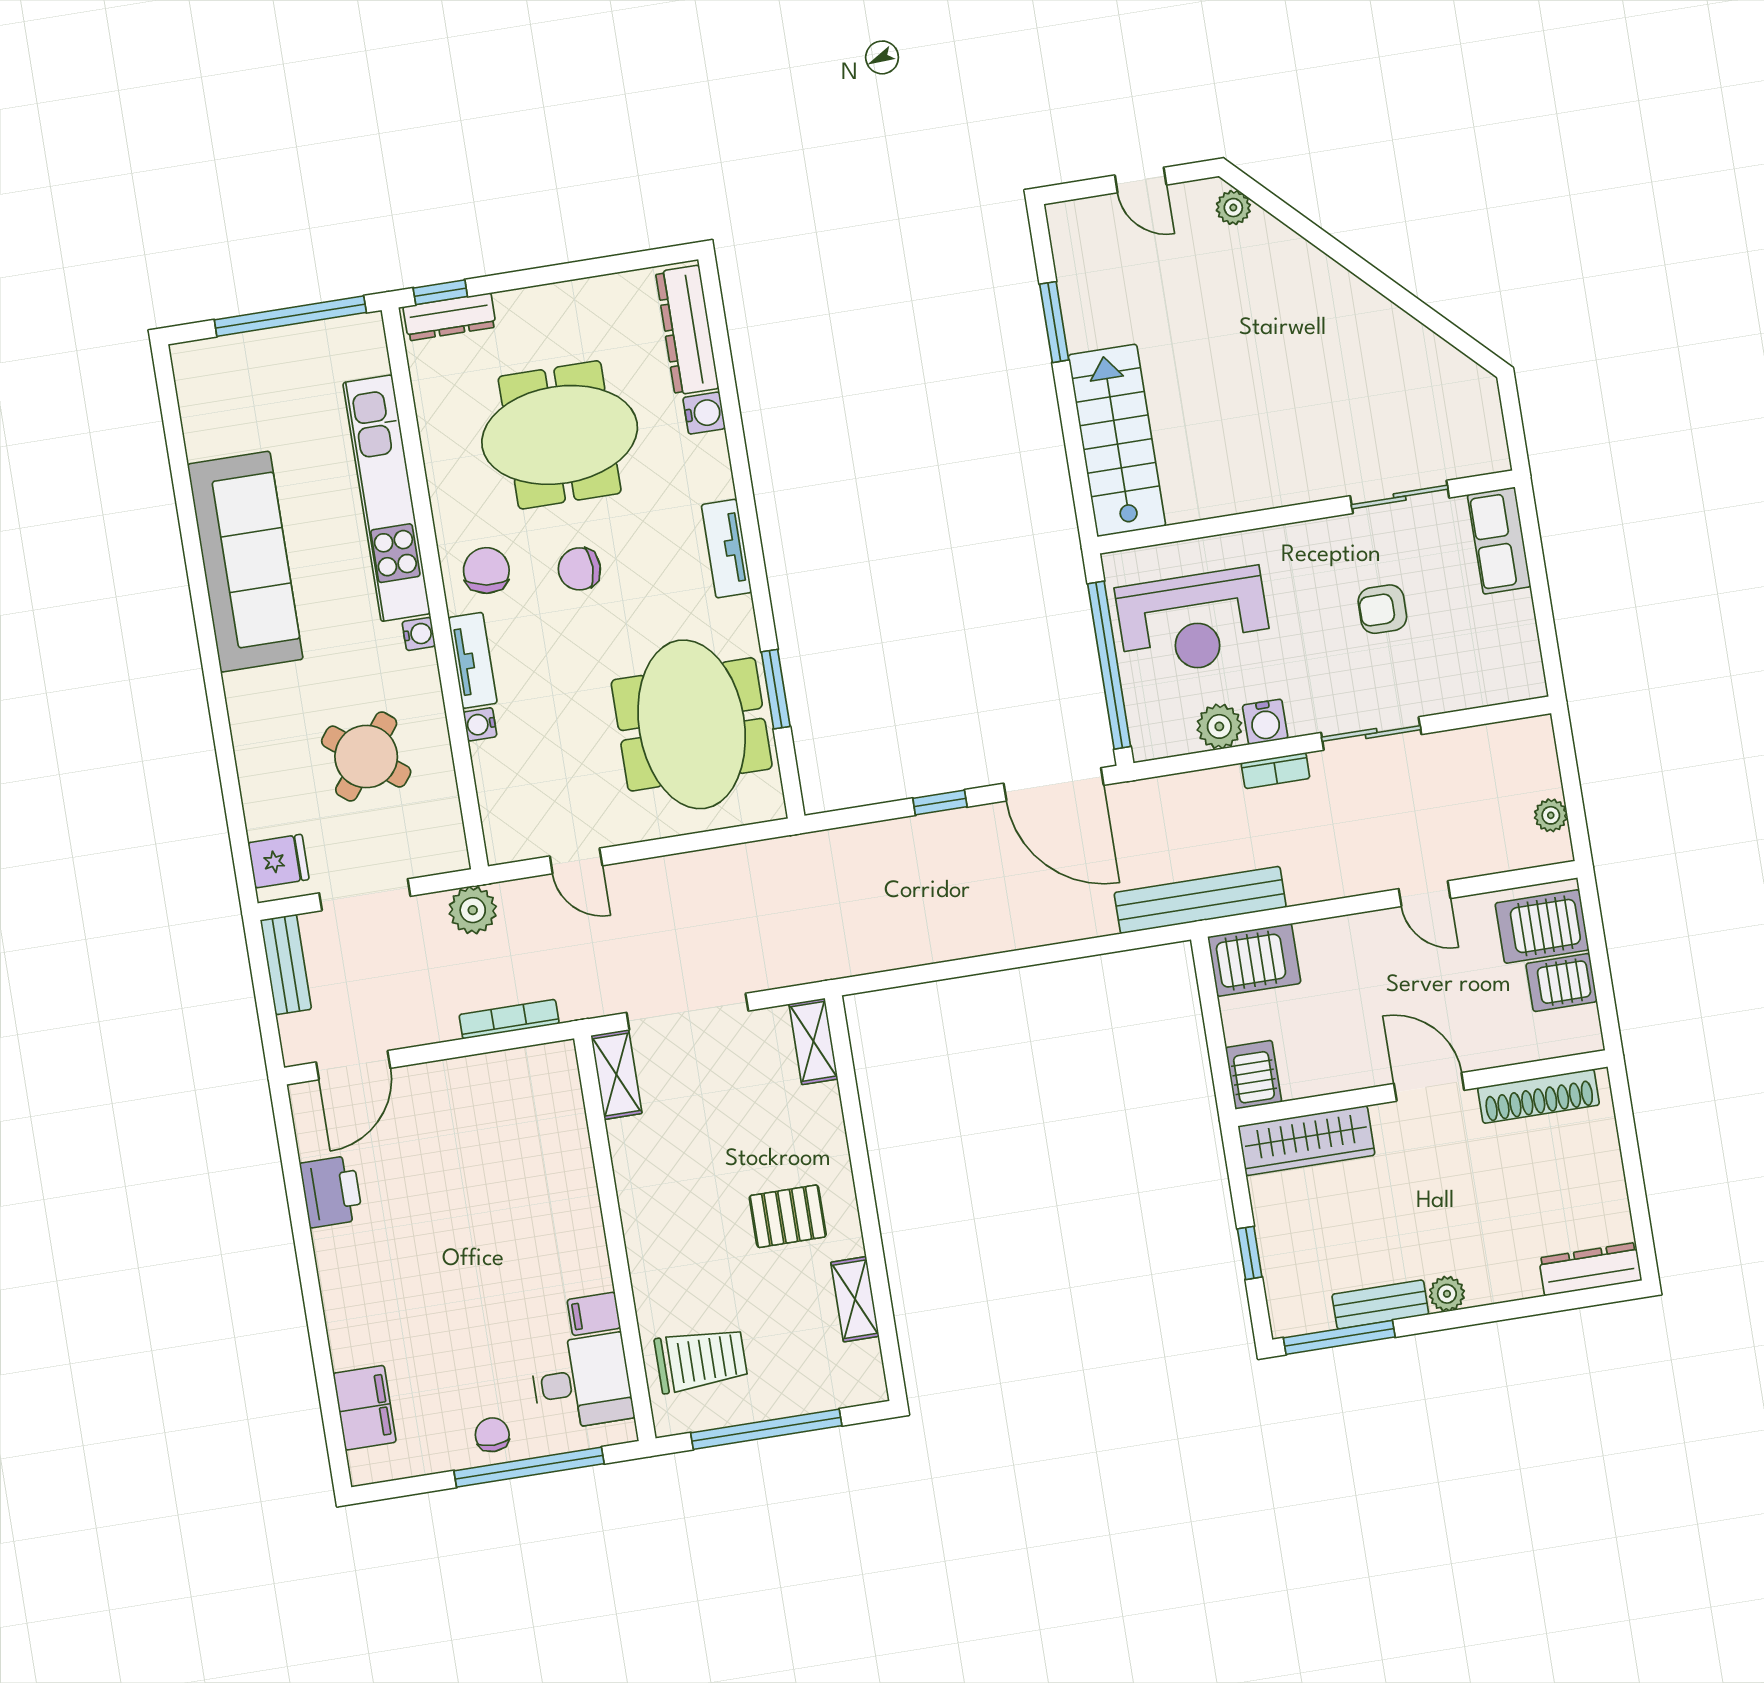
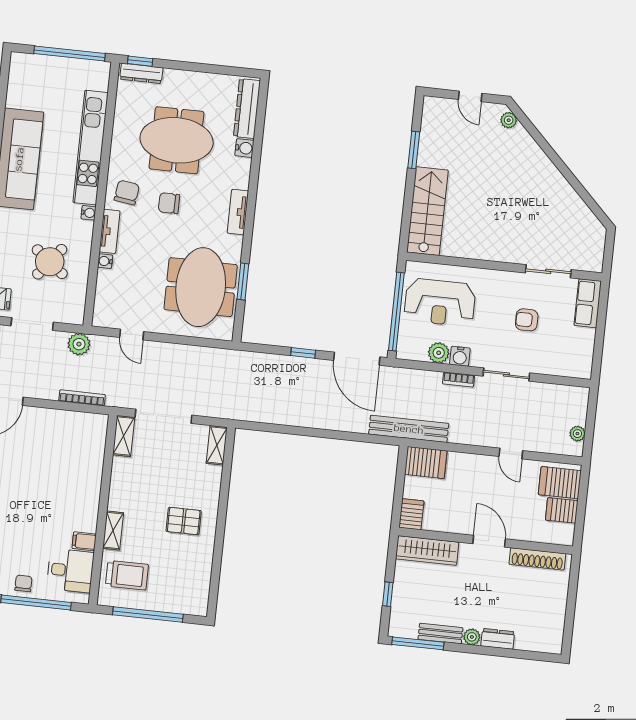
dresser: (1590, 1269) -> (498, 639), moved, width x0.70
shelving: (855, 1299) -> (113, 531), moved

